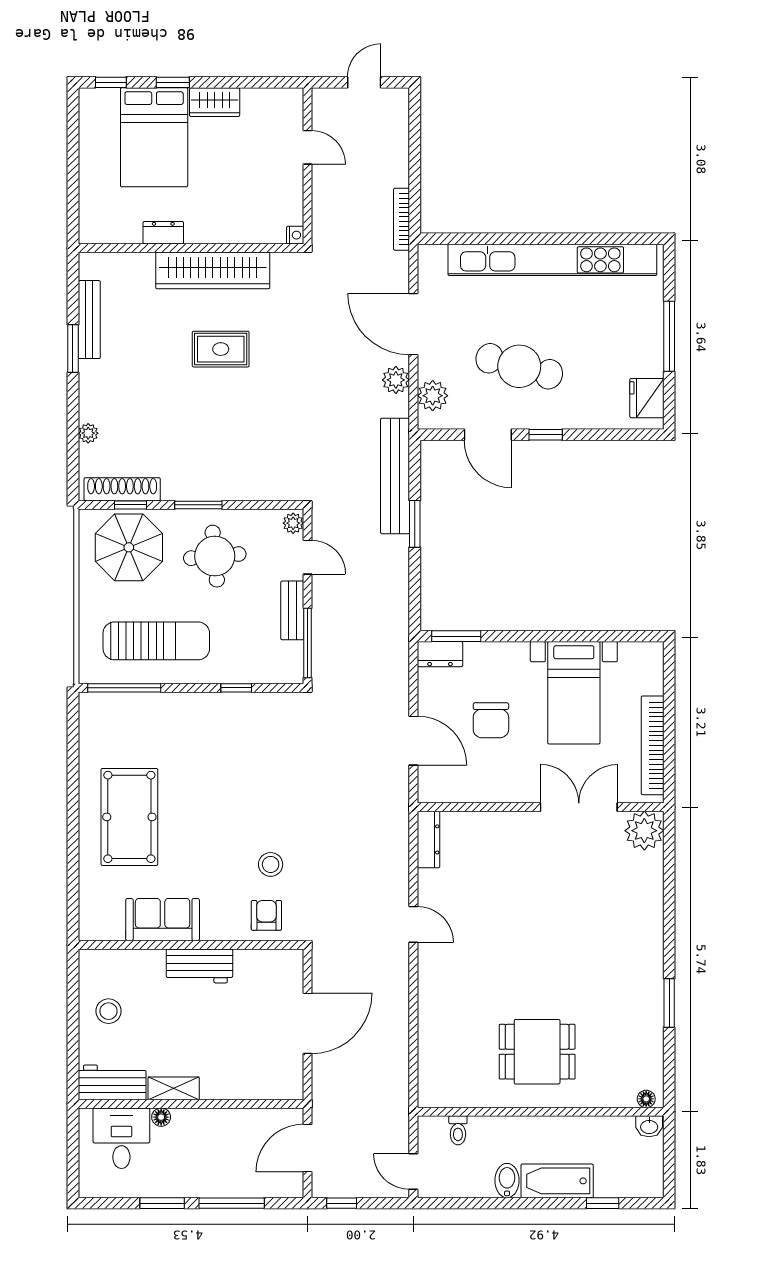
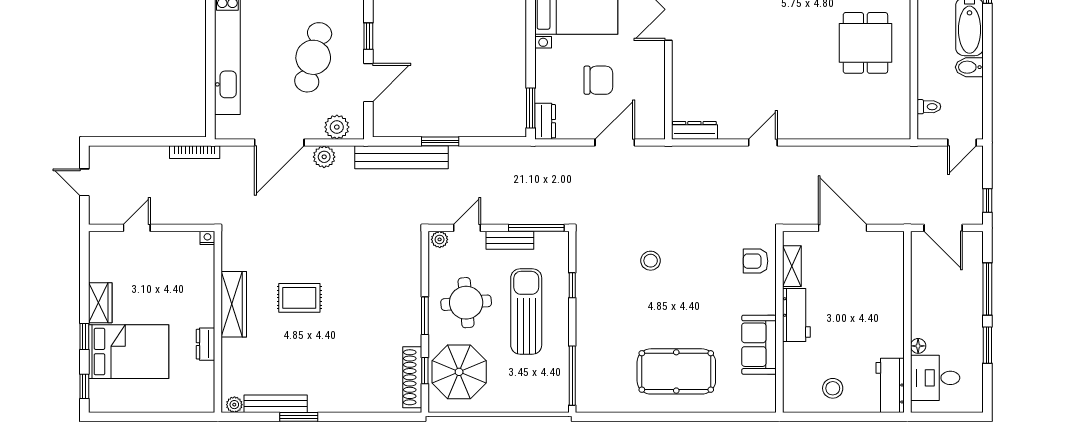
wardrobe: (213, 270) -> (234, 304), width x0.71, depth x0.85
rug: (221, 349) -> (299, 298), turned 90
plant: (88, 433) -> (234, 405), moved
sun lounger: (156, 641) -> (526, 311), moved
stool: (271, 864) -> (651, 261), moved
shelving: (174, 1088) -> (792, 266), moved

